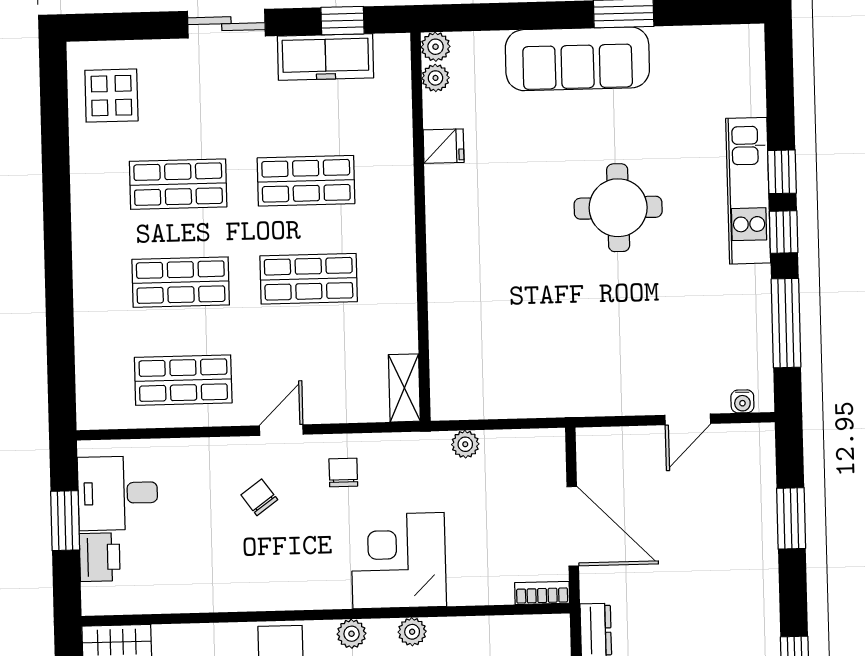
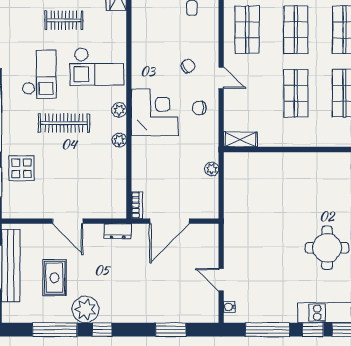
chair: (343, 472) -> (199, 108), turned 180
corner desk: (398, 561) -> (155, 112), moved

